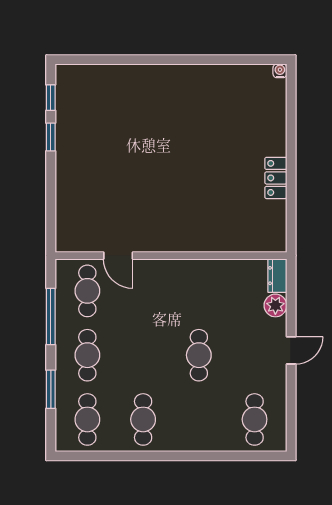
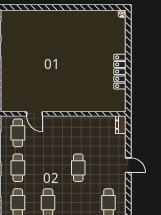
locker: (276, 178) -> (120, 72), width x1.53
plant: (275, 305) -> (120, 141), removed
door: (291, 350) -> (128, 165), hinge flipped

